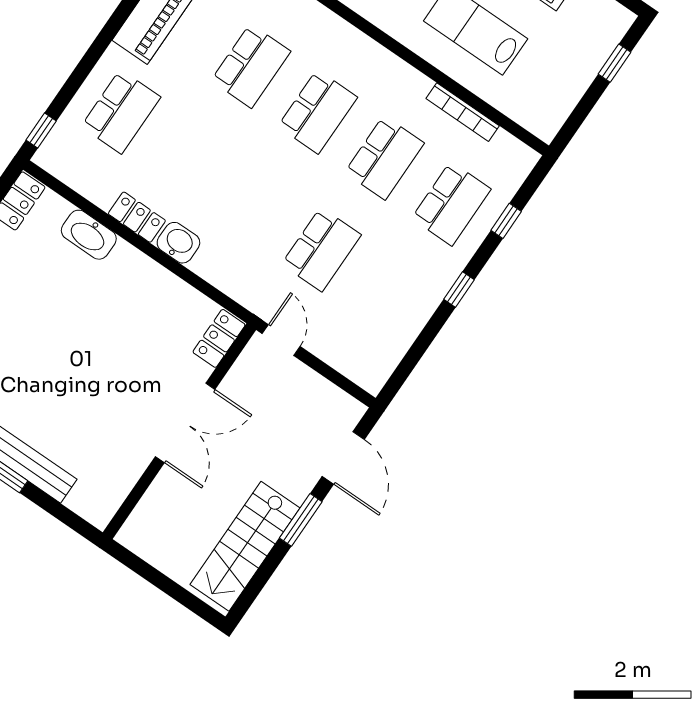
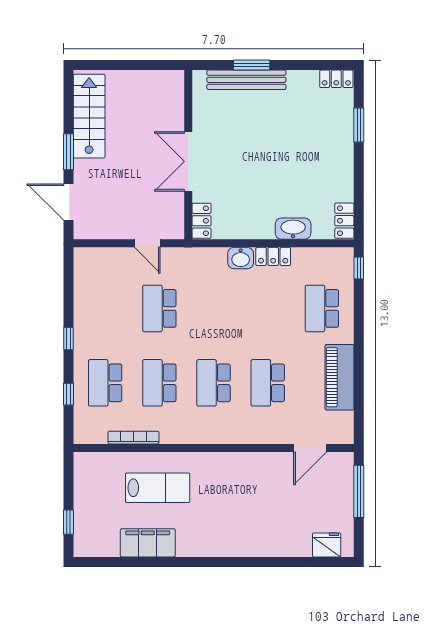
locker: (219, 338) -> (202, 221), moved
double door: (185, 423) -> (188, 161), moved
wall: (179, 431) -> (188, 155), moved

